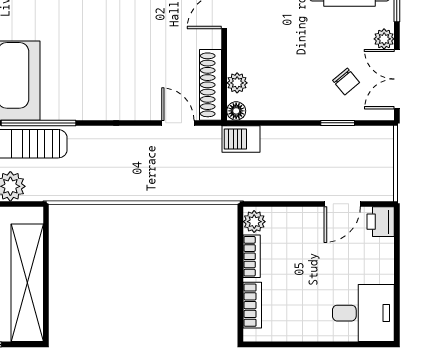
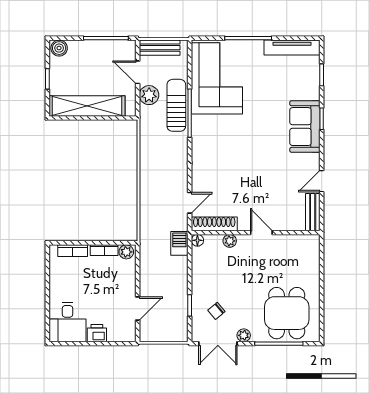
double door: (397, 79) -> (218, 344), swing flipped
plant: (237, 83) -> (230, 241), moved
door: (342, 204) -> (138, 308), swing flipped
printer: (381, 222) -> (97, 333), moved

